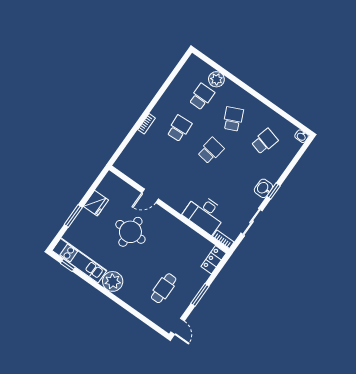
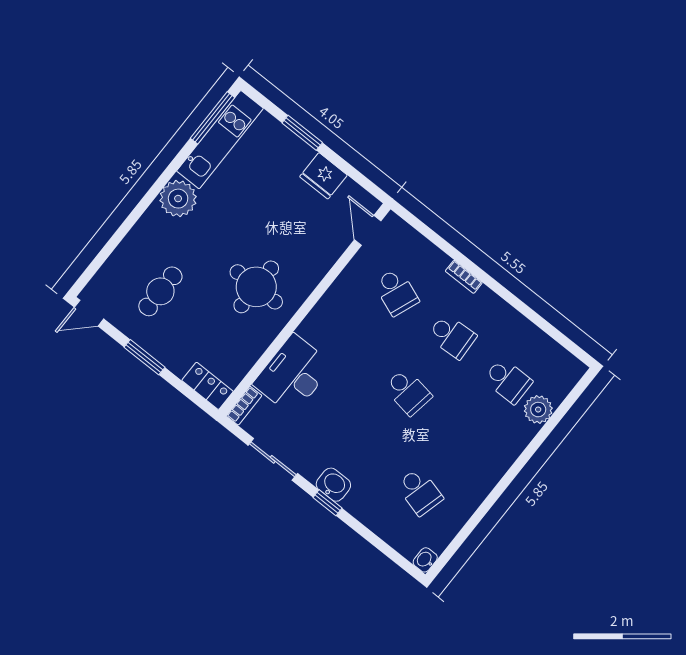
school desk: (233, 119) -> (396, 292), moved, turned 45
door: (150, 196) -> (368, 230), moved
round table: (130, 232) -> (256, 287), moved
window: (68, 265) -> (212, 118), width x2.17
cafe table: (164, 288) -> (160, 291), turned 90

